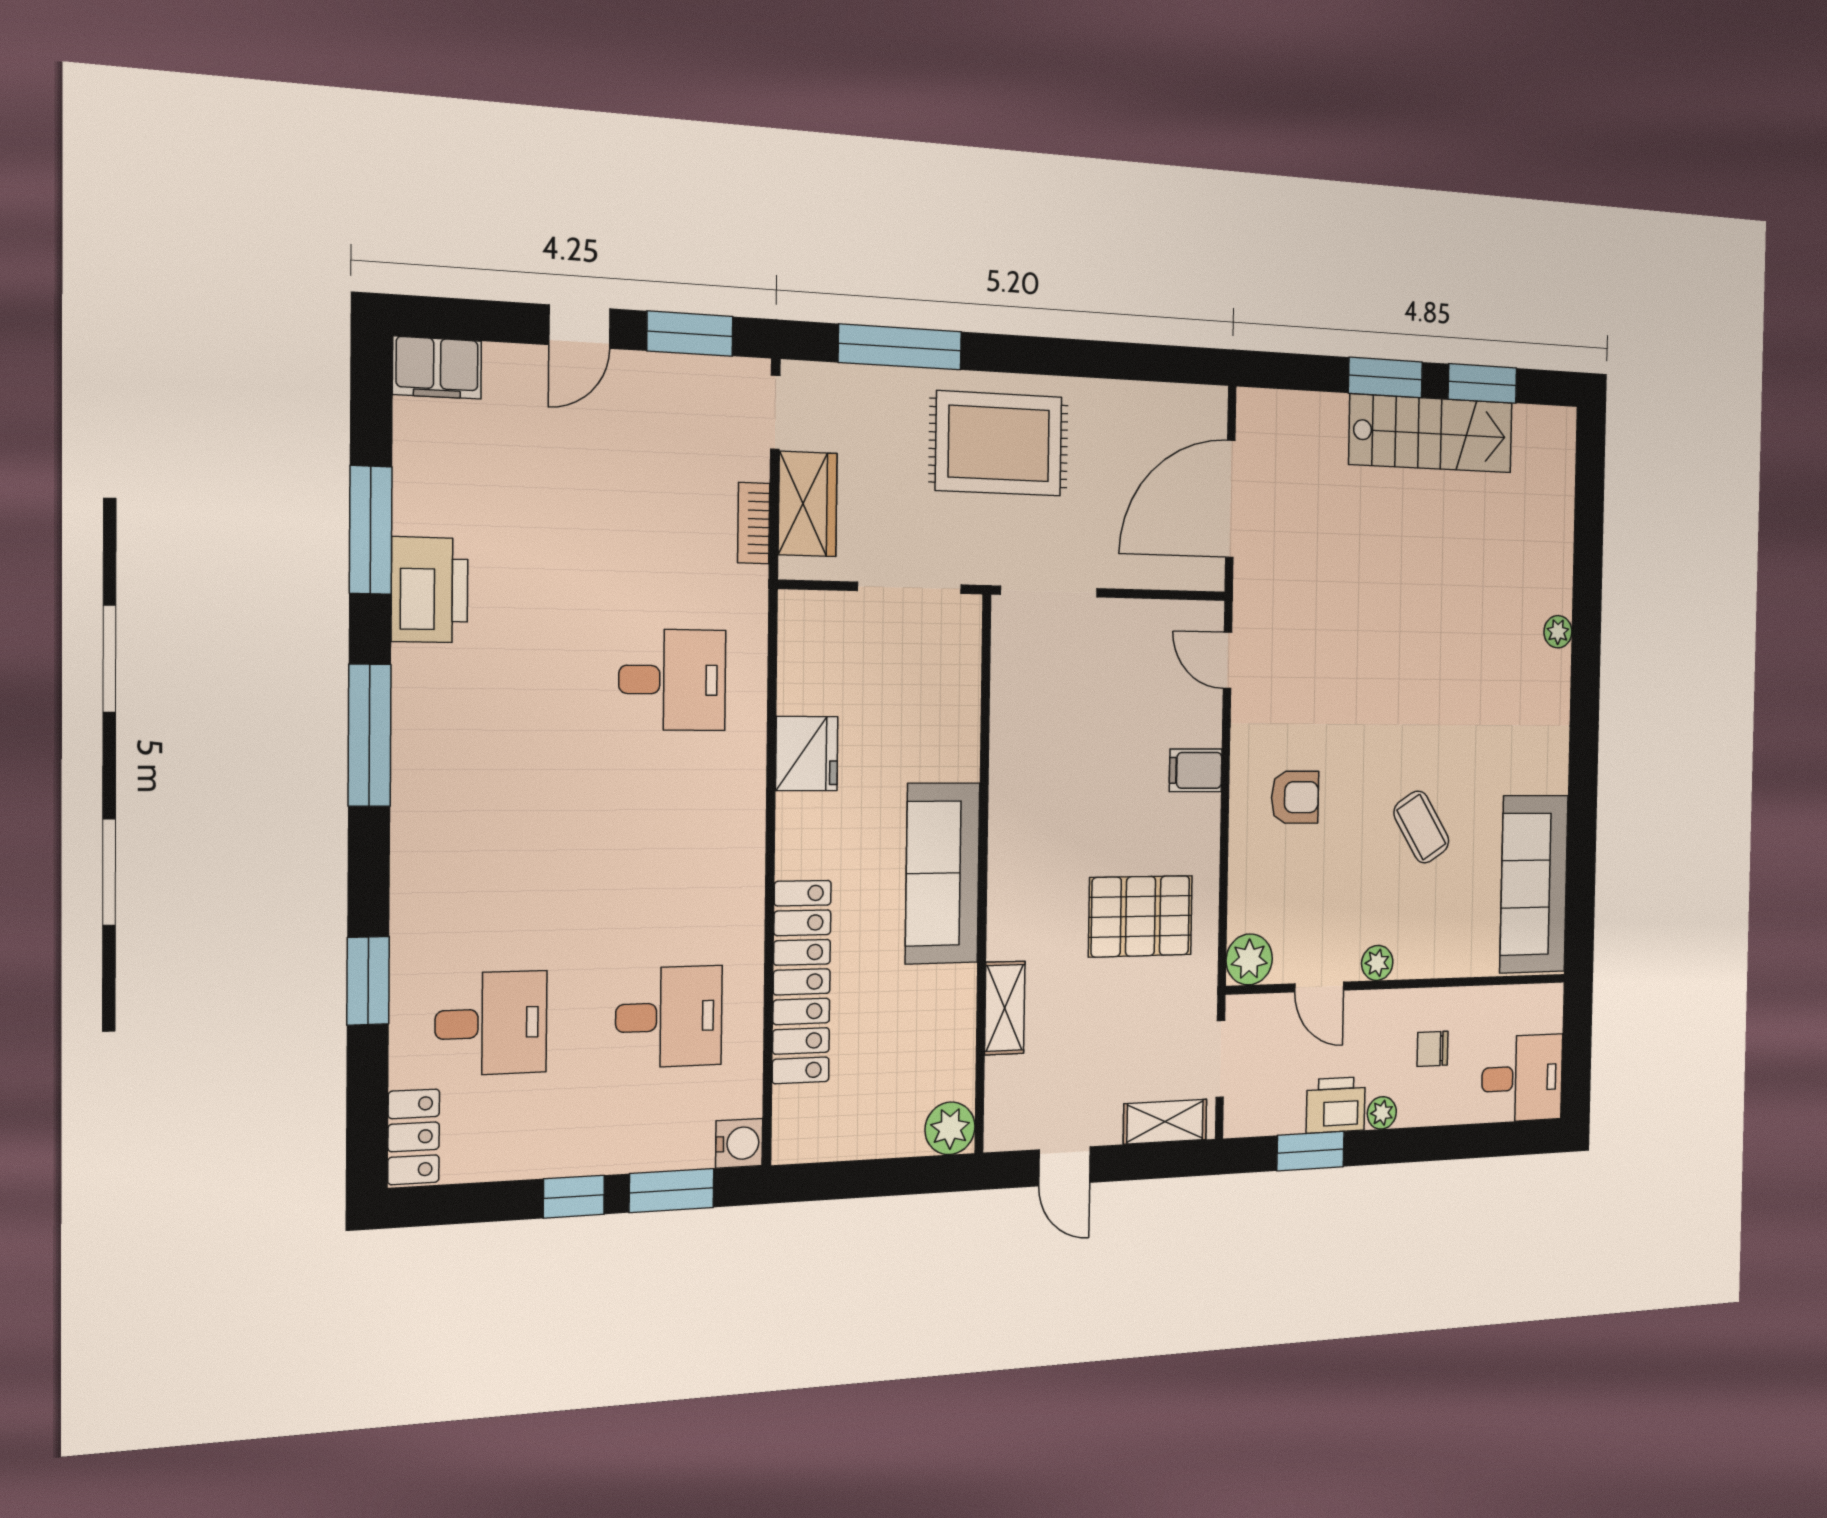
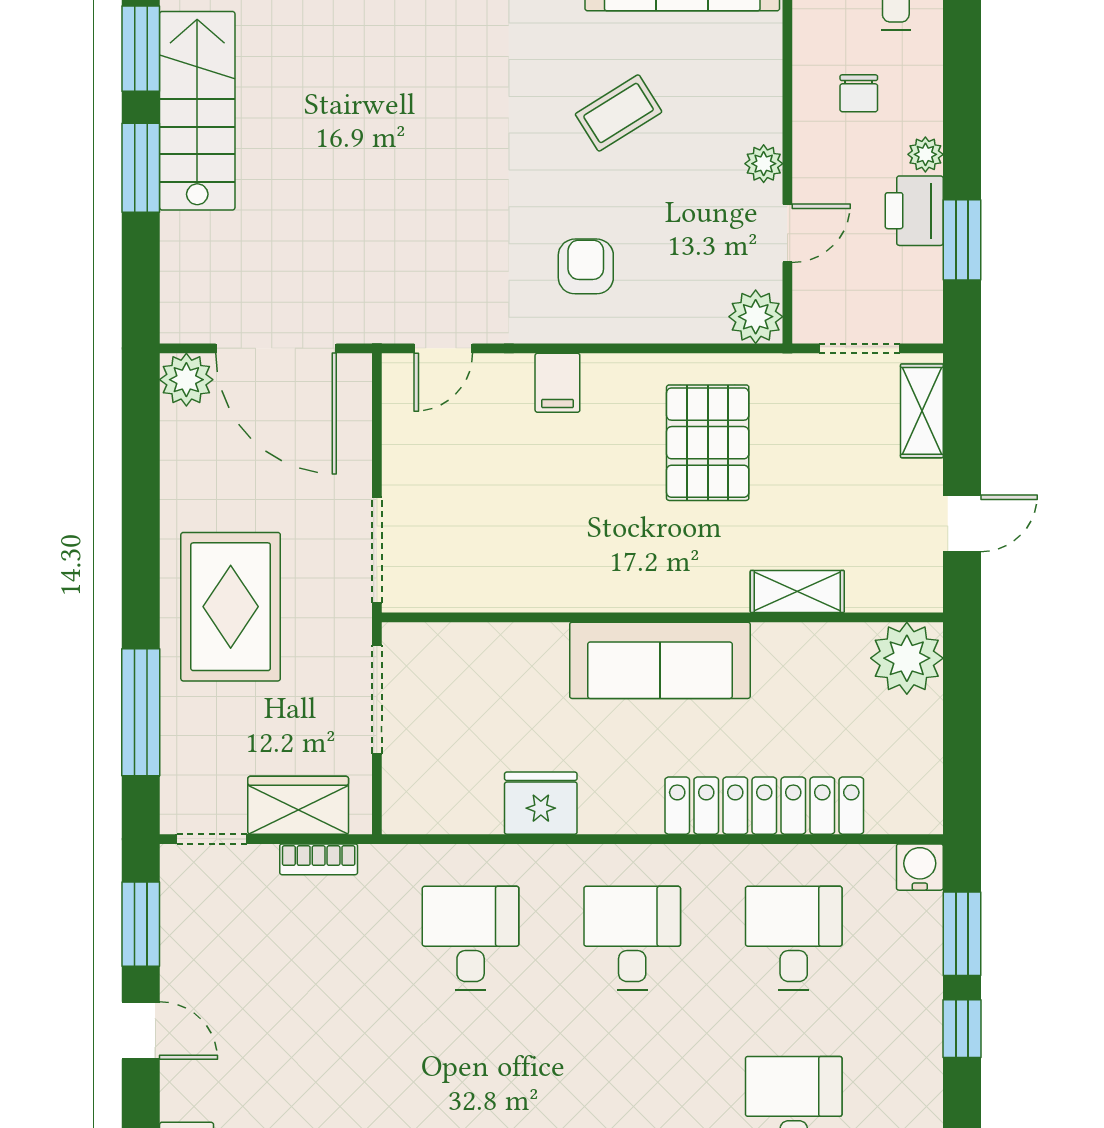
plant: (1205, 410) -> (186, 380), added
desk: (671, 849) -> (632, 938), added
plant: (950, 1128) -> (907, 658), width x1.36, depth x1.36

